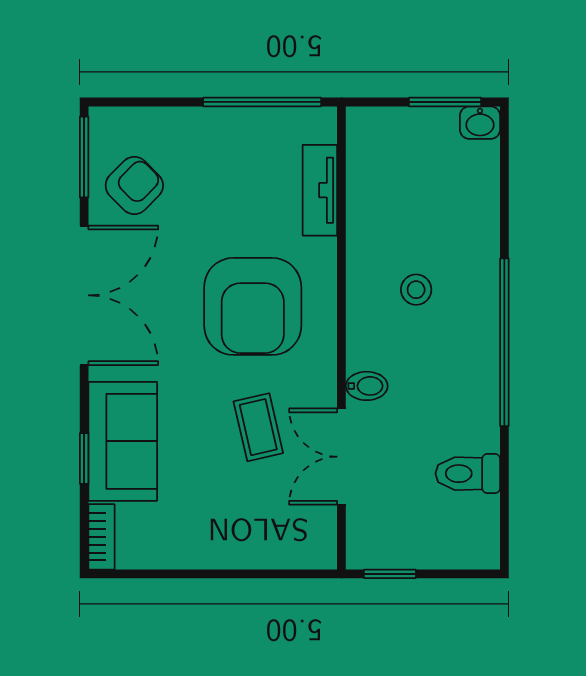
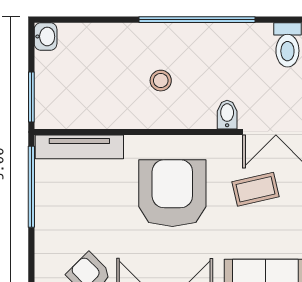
window: (445, 102) -> (31, 97), moved
tv unit: (320, 190) -> (79, 147), width x1.41
armchair: (253, 306) -> (172, 193), turned -90

